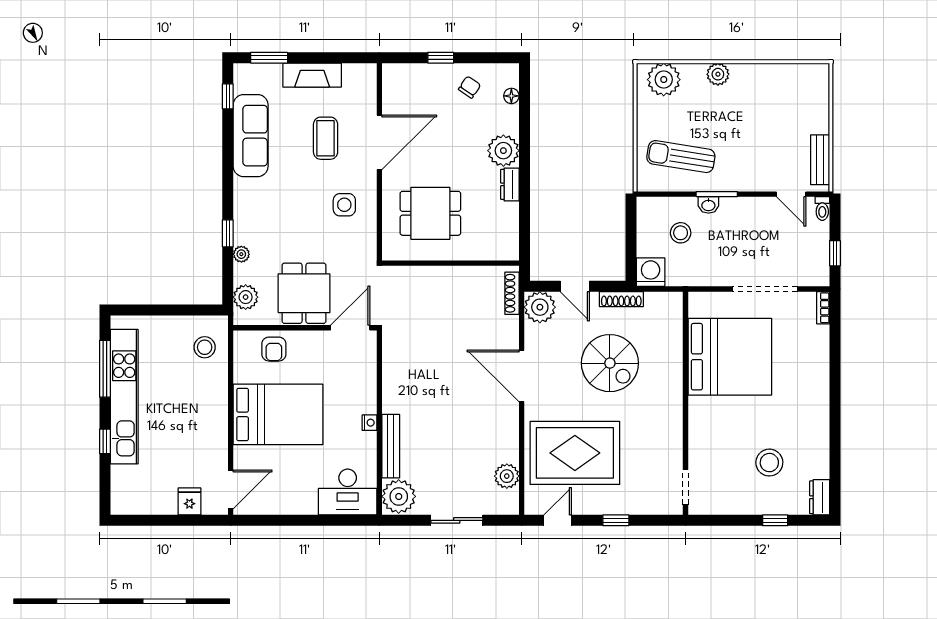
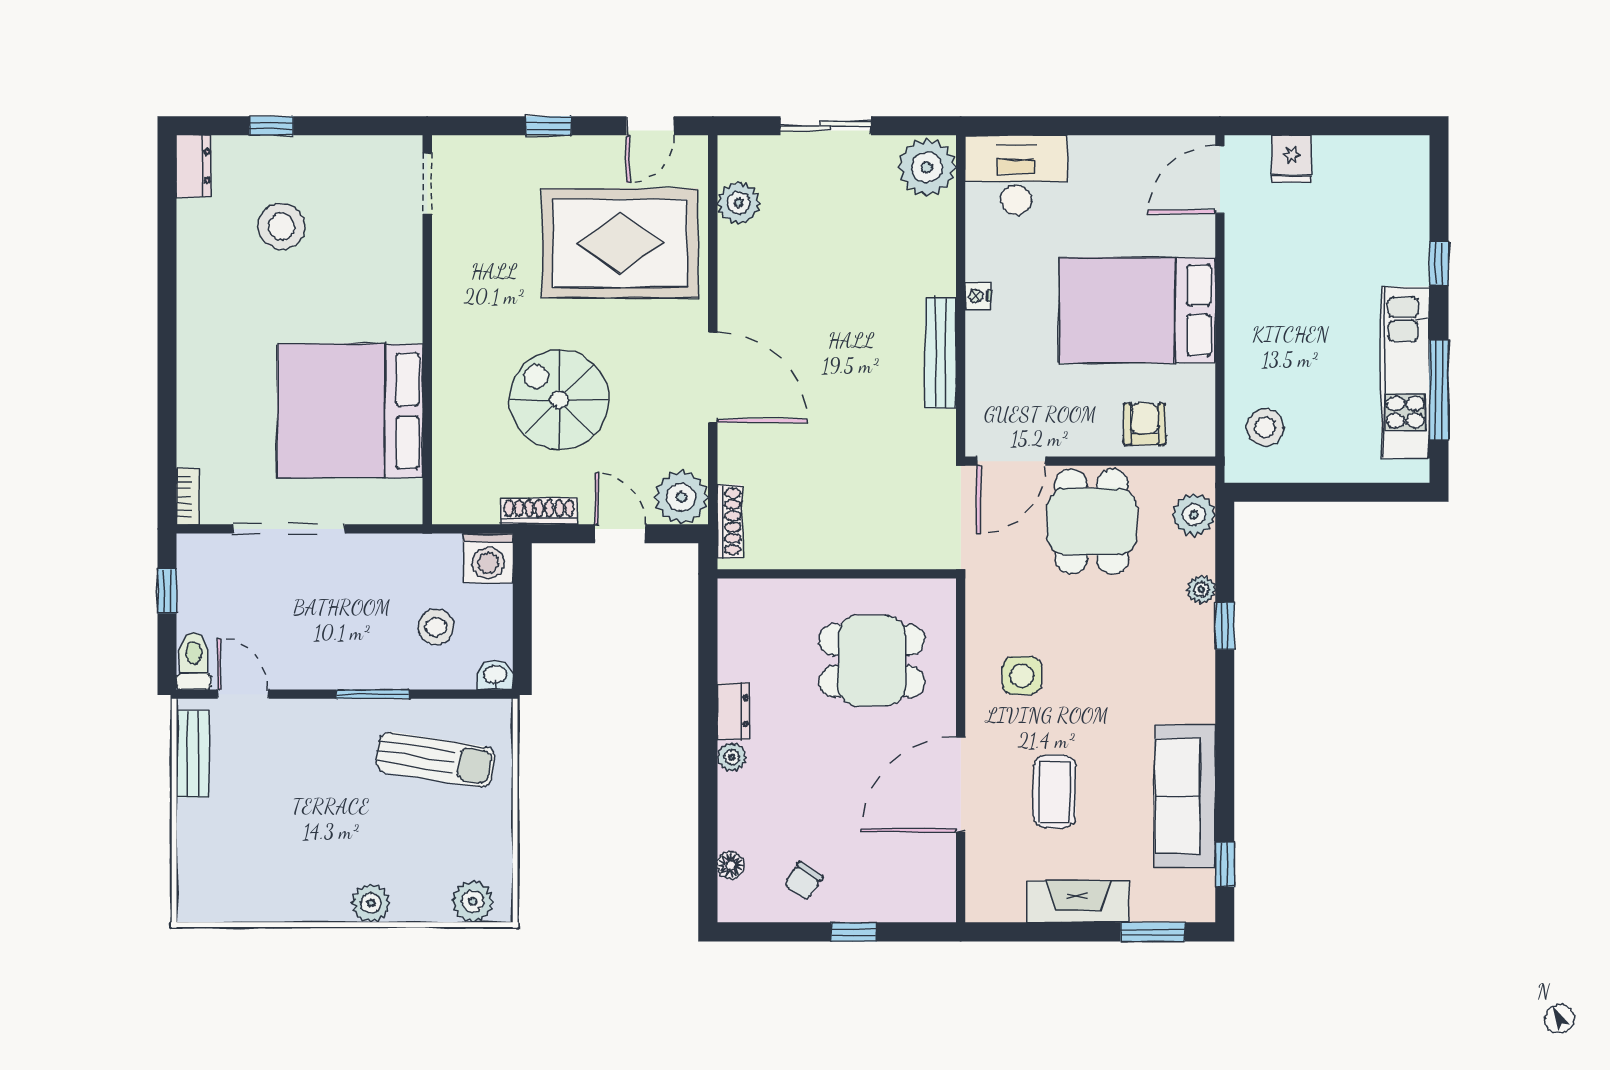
plant: (664, 80) -> (473, 901), width x0.73, depth x0.73
plant: (503, 151) -> (732, 757), width x0.53, depth x0.53
washbasin: (708, 205) -> (495, 675), moved
toilet: (822, 209) -> (194, 661), width x1.37, depth x1.39
kitchen unit: (124, 397) -> (1405, 373), width x0.73
bench: (391, 446) -> (941, 353), moved

